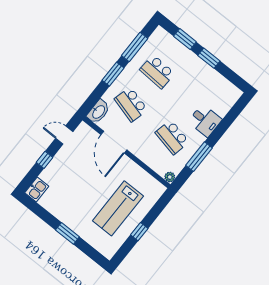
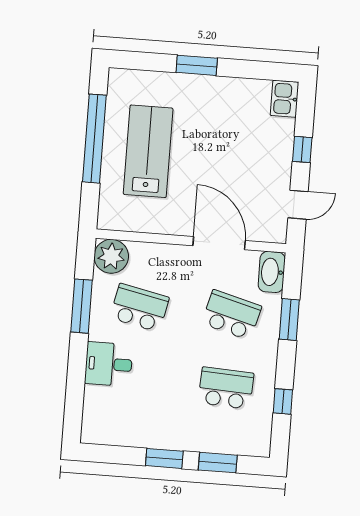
window: (135, 47) -> (283, 401), width x0.46
window: (113, 74) -> (289, 320), moved
plant: (170, 177) -> (111, 256), width x1.88, depth x1.88
window: (139, 232) -> (94, 139), width x3.17

